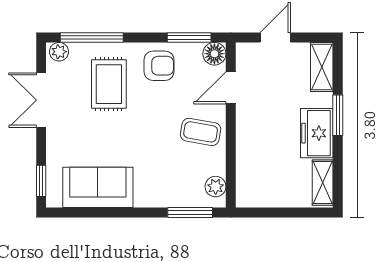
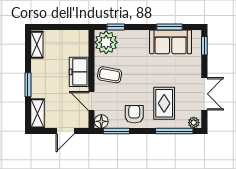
armchair: (159, 66) -> (134, 114), turned 90
door: (231, 88) -> (92, 101), swing flipped
freezer: (317, 133) -> (79, 72), moved, turned 180
plant: (216, 187) -> (106, 42), width x1.88, depth x1.88
window: (100, 212) -> (169, 27), added
window: (190, 212) -> (116, 27), width x0.67

